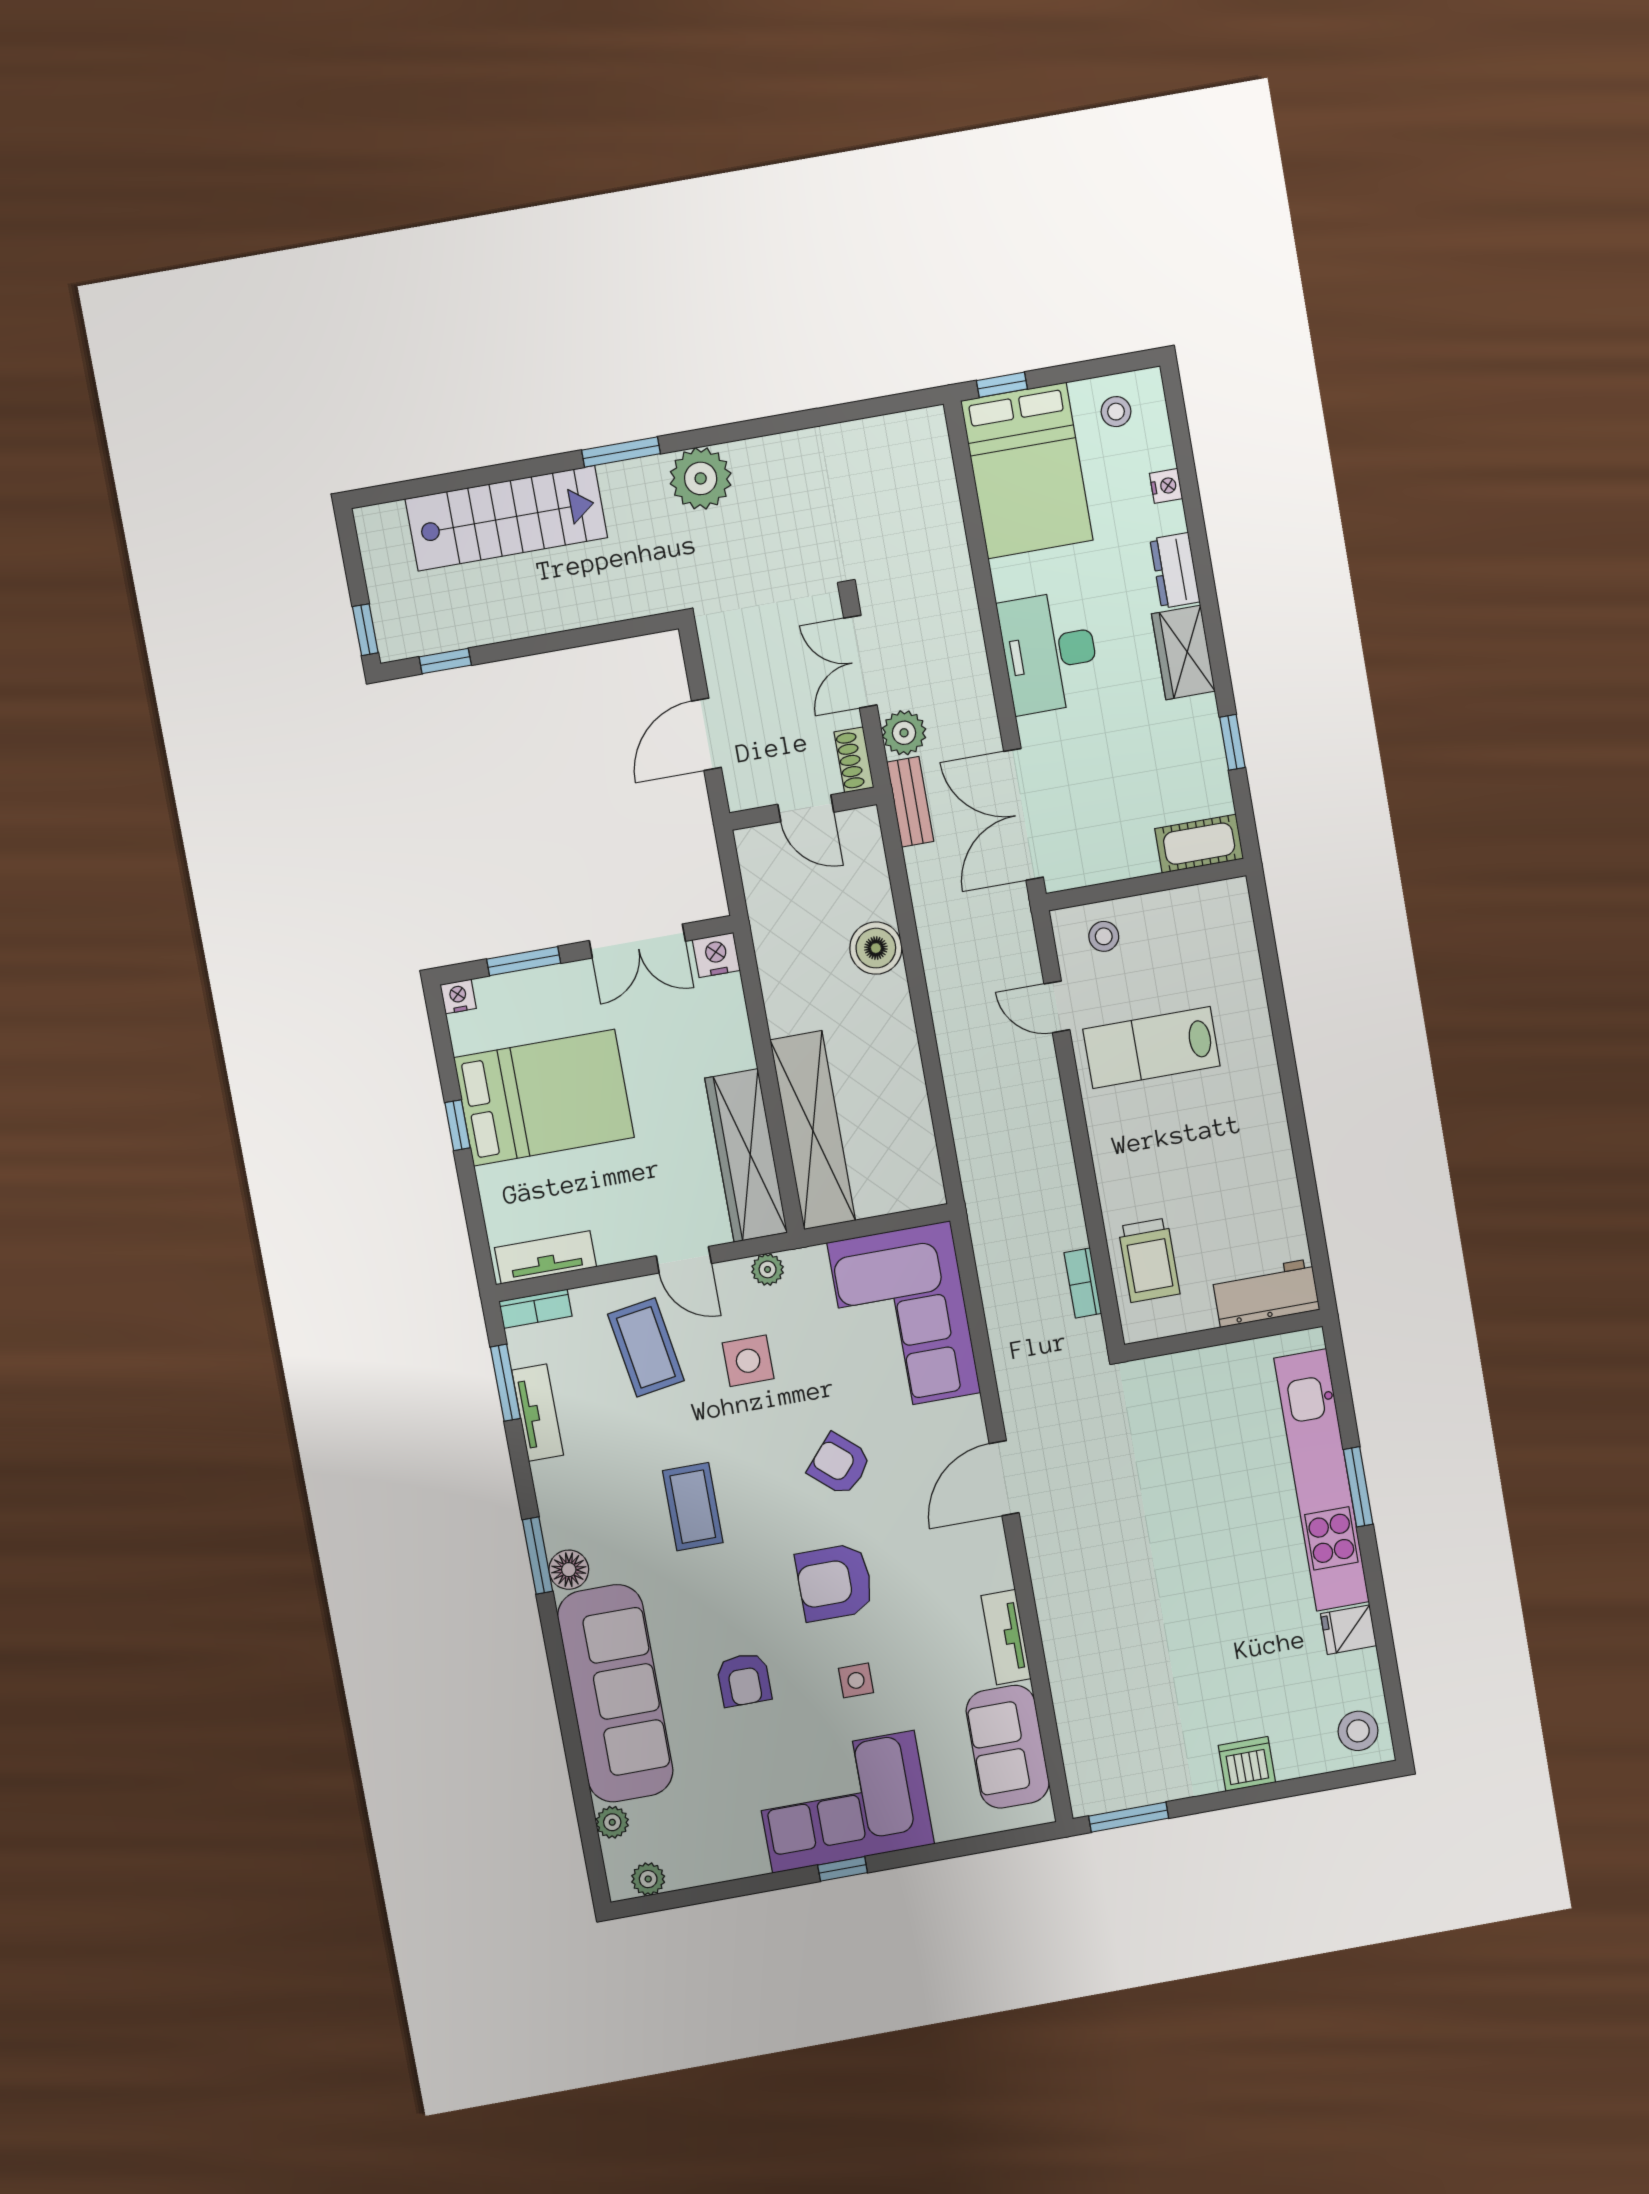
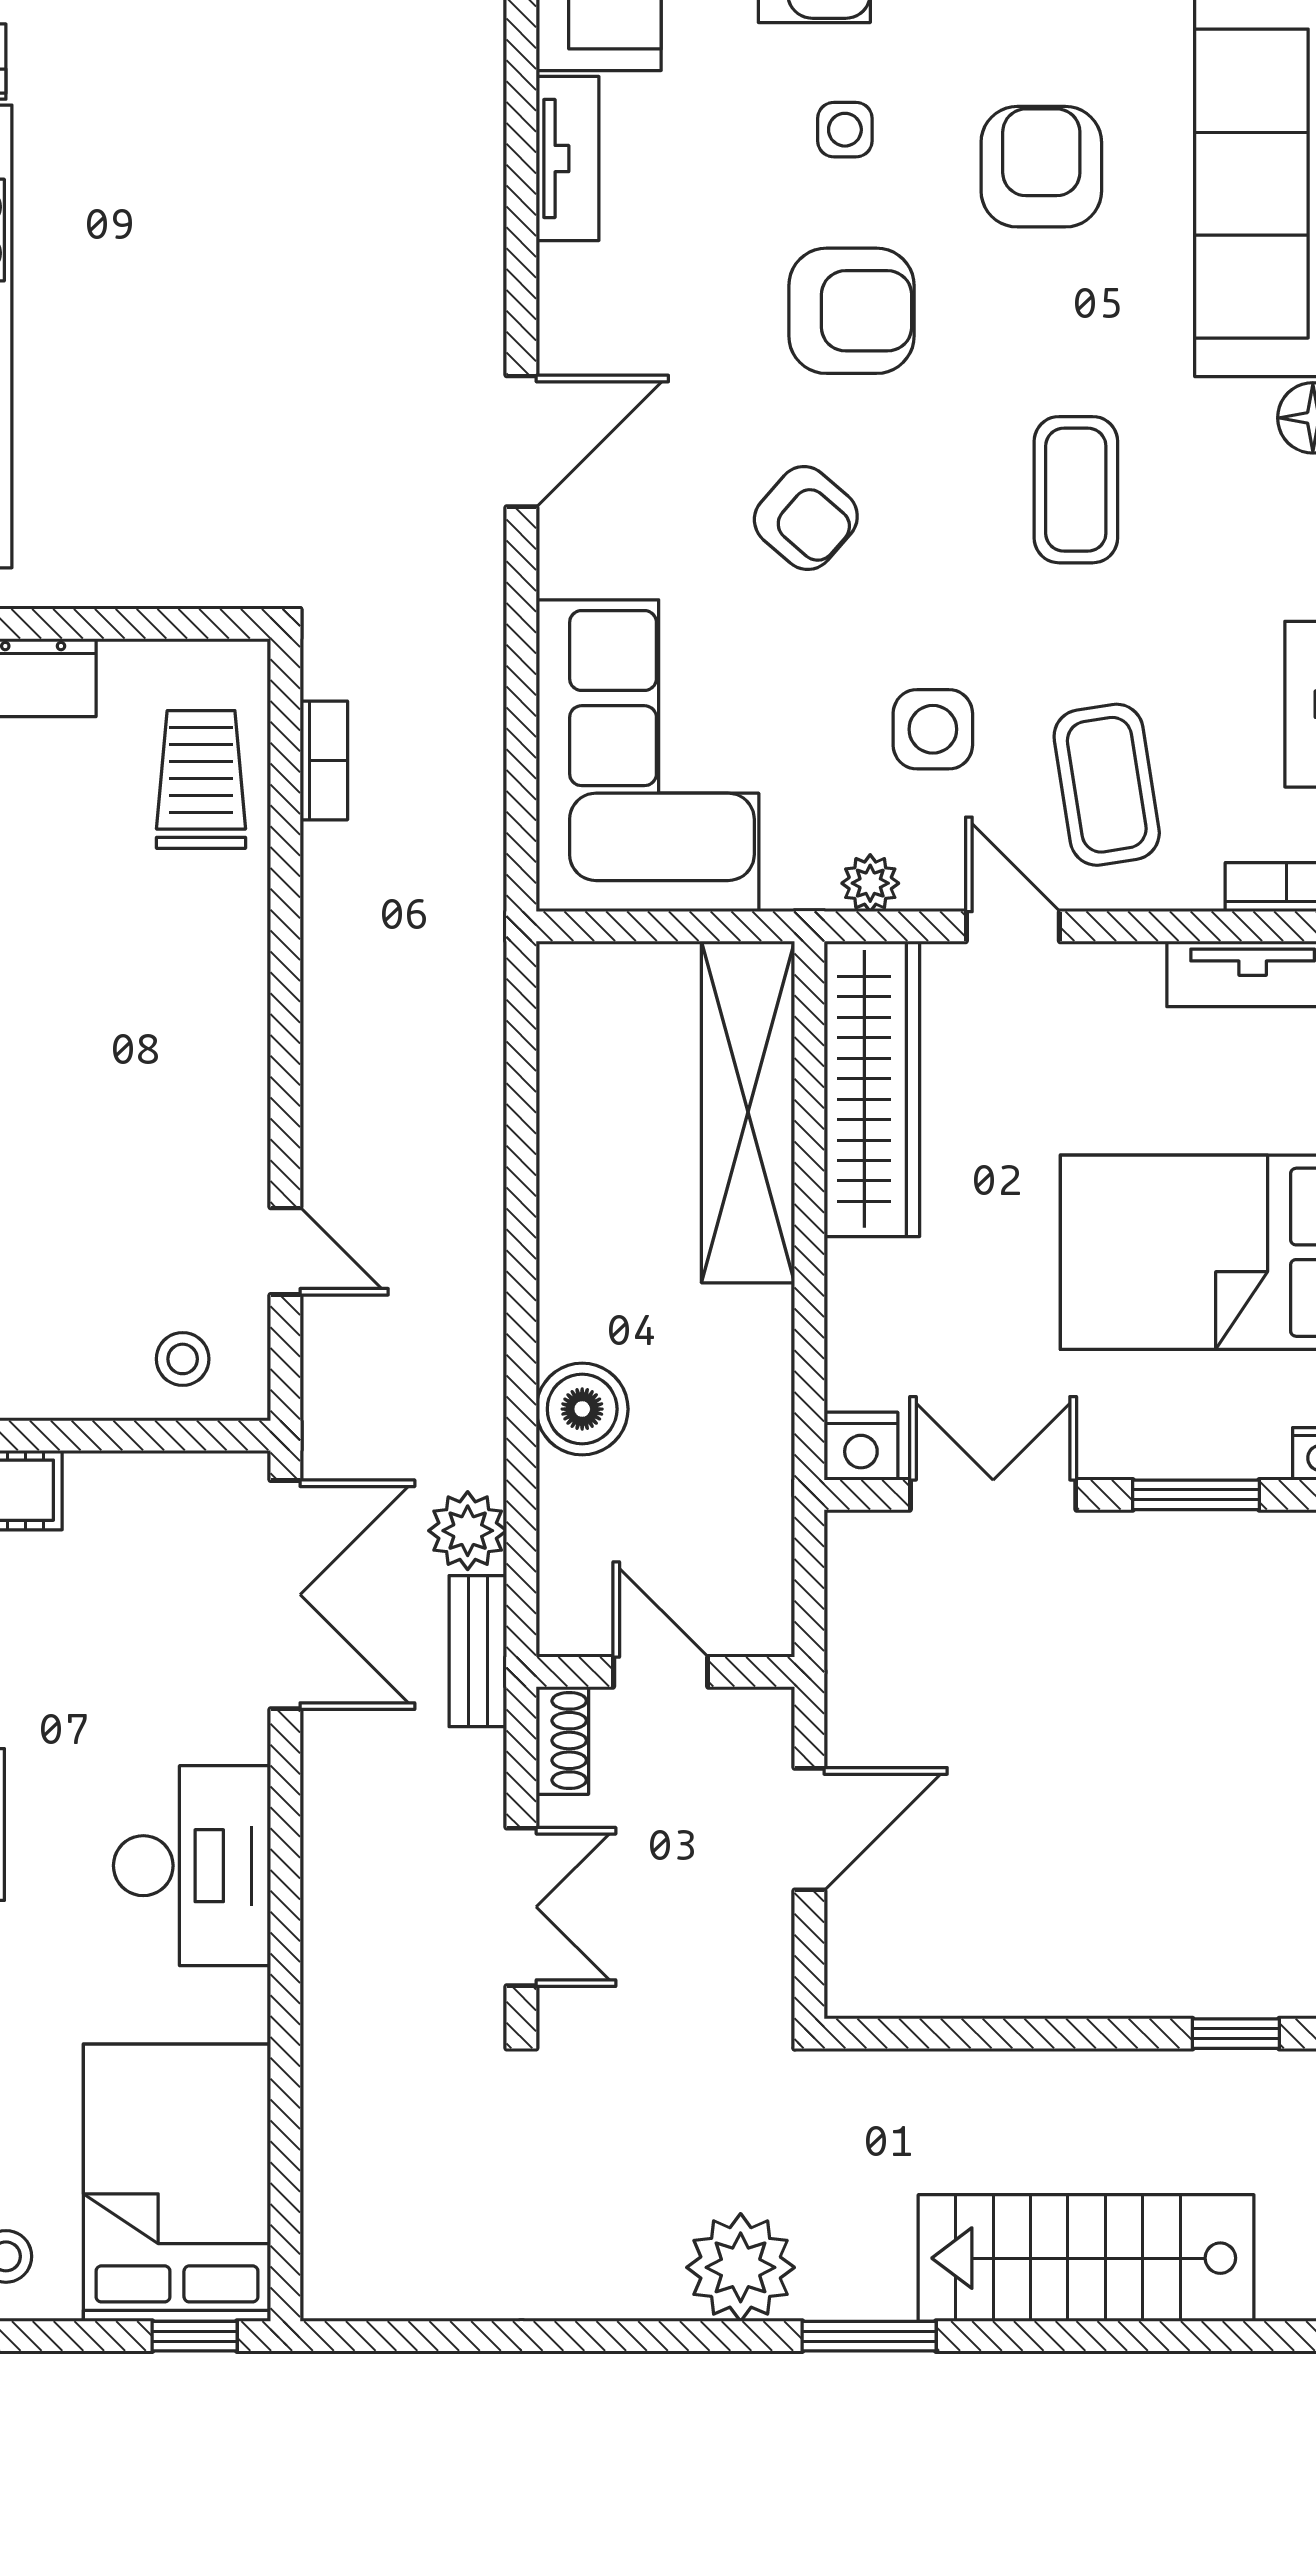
plant: (904, 733) -> (468, 1531), moved
lab bench: (1152, 1047) -> (133, 1151), removed
armchair: (744, 1680) -> (1041, 167), width x1.38, depth x1.38

